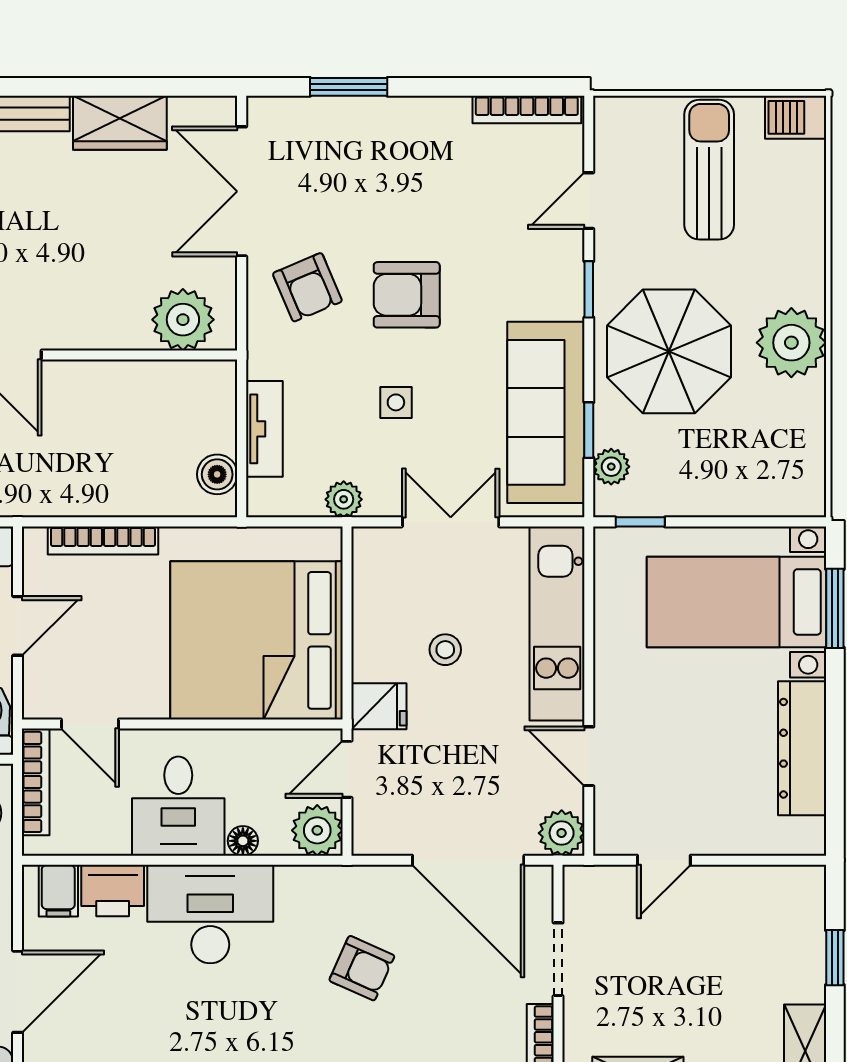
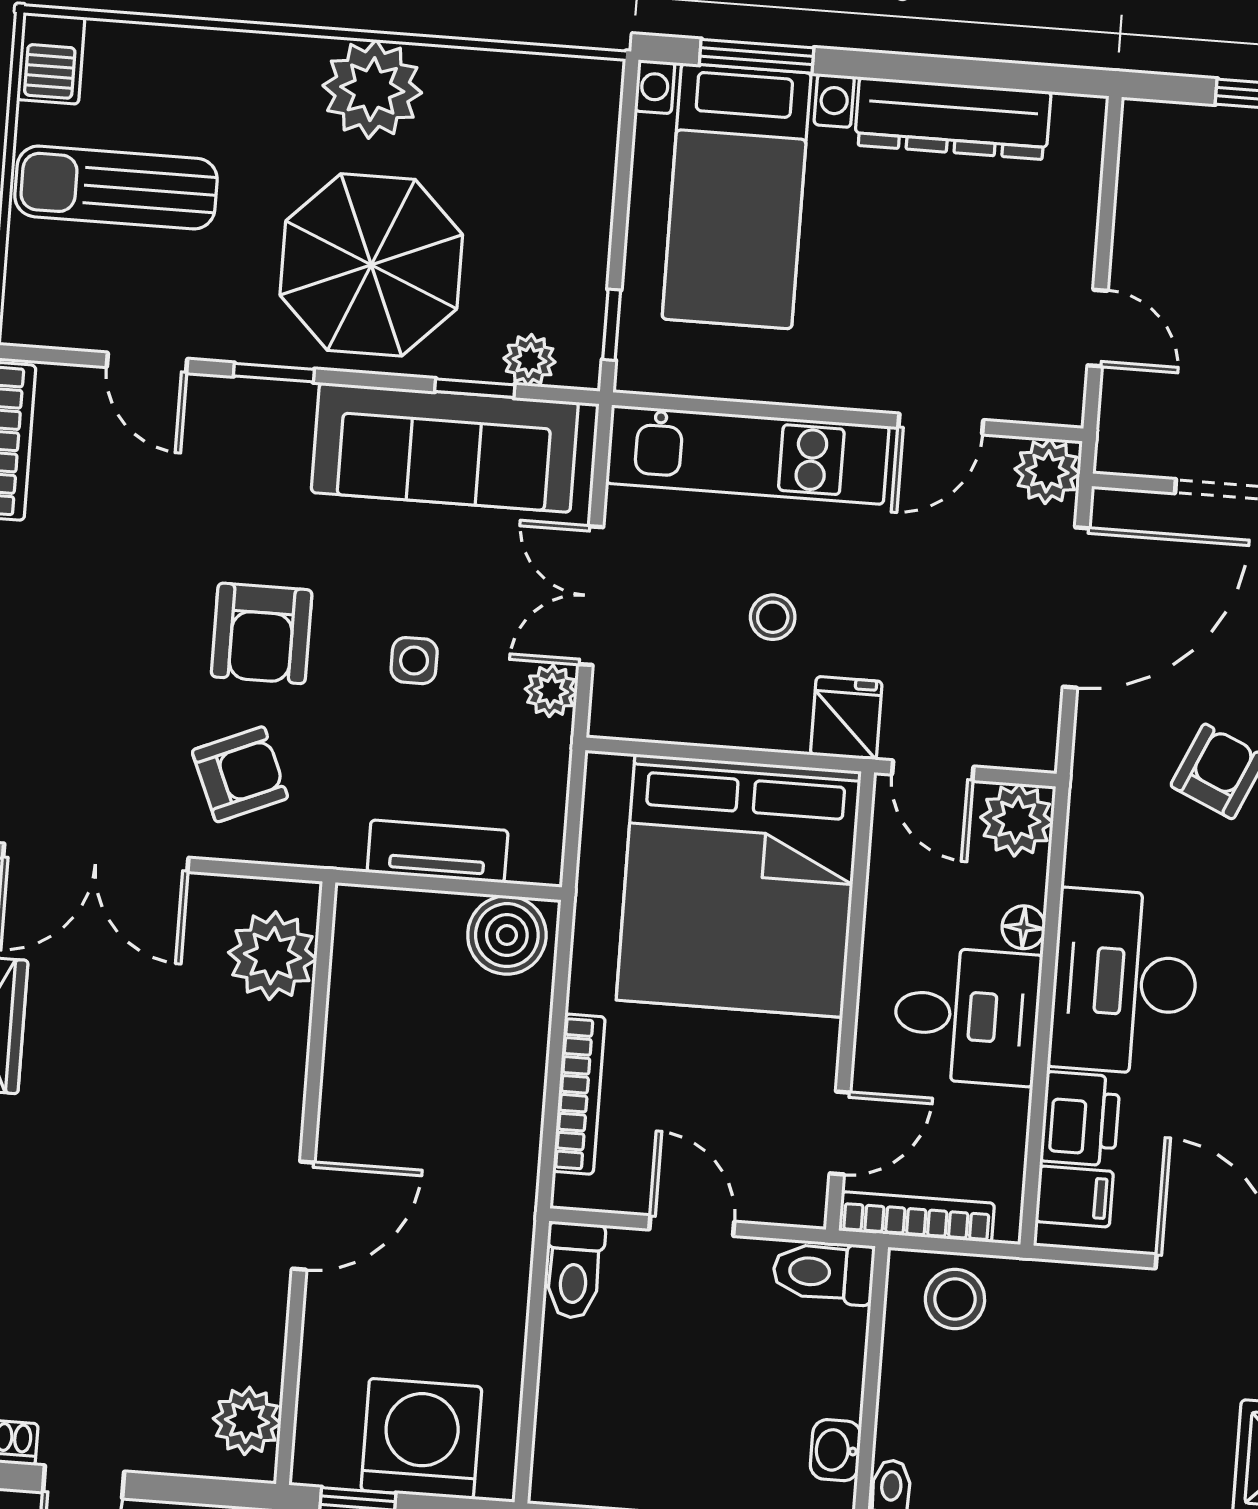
boiler: (217, 474) -> (507, 935), width x1.36, depth x1.36
plant: (344, 499) -> (551, 691), moved

